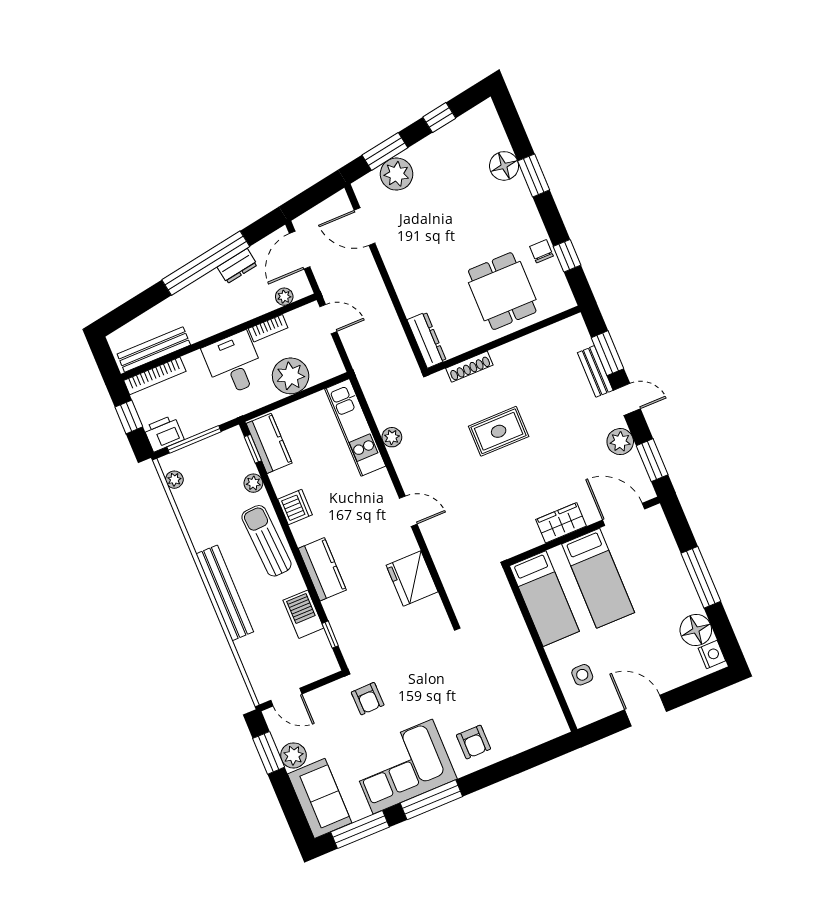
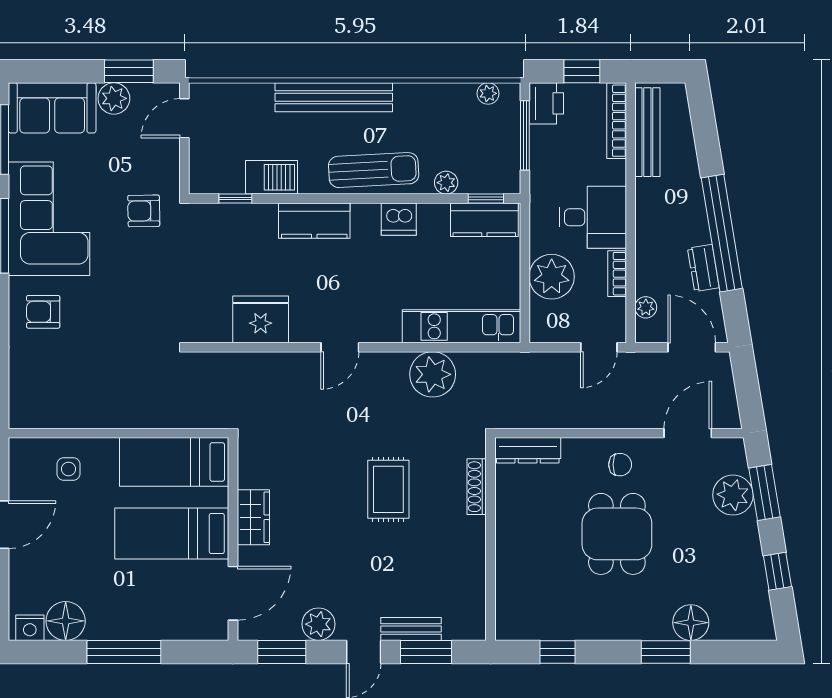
chair: (541, 251) -> (620, 465), moved
dining table: (502, 291) -> (617, 534), moved, turned 90
plant: (392, 437) -> (433, 374), width x1.88, depth x1.88

